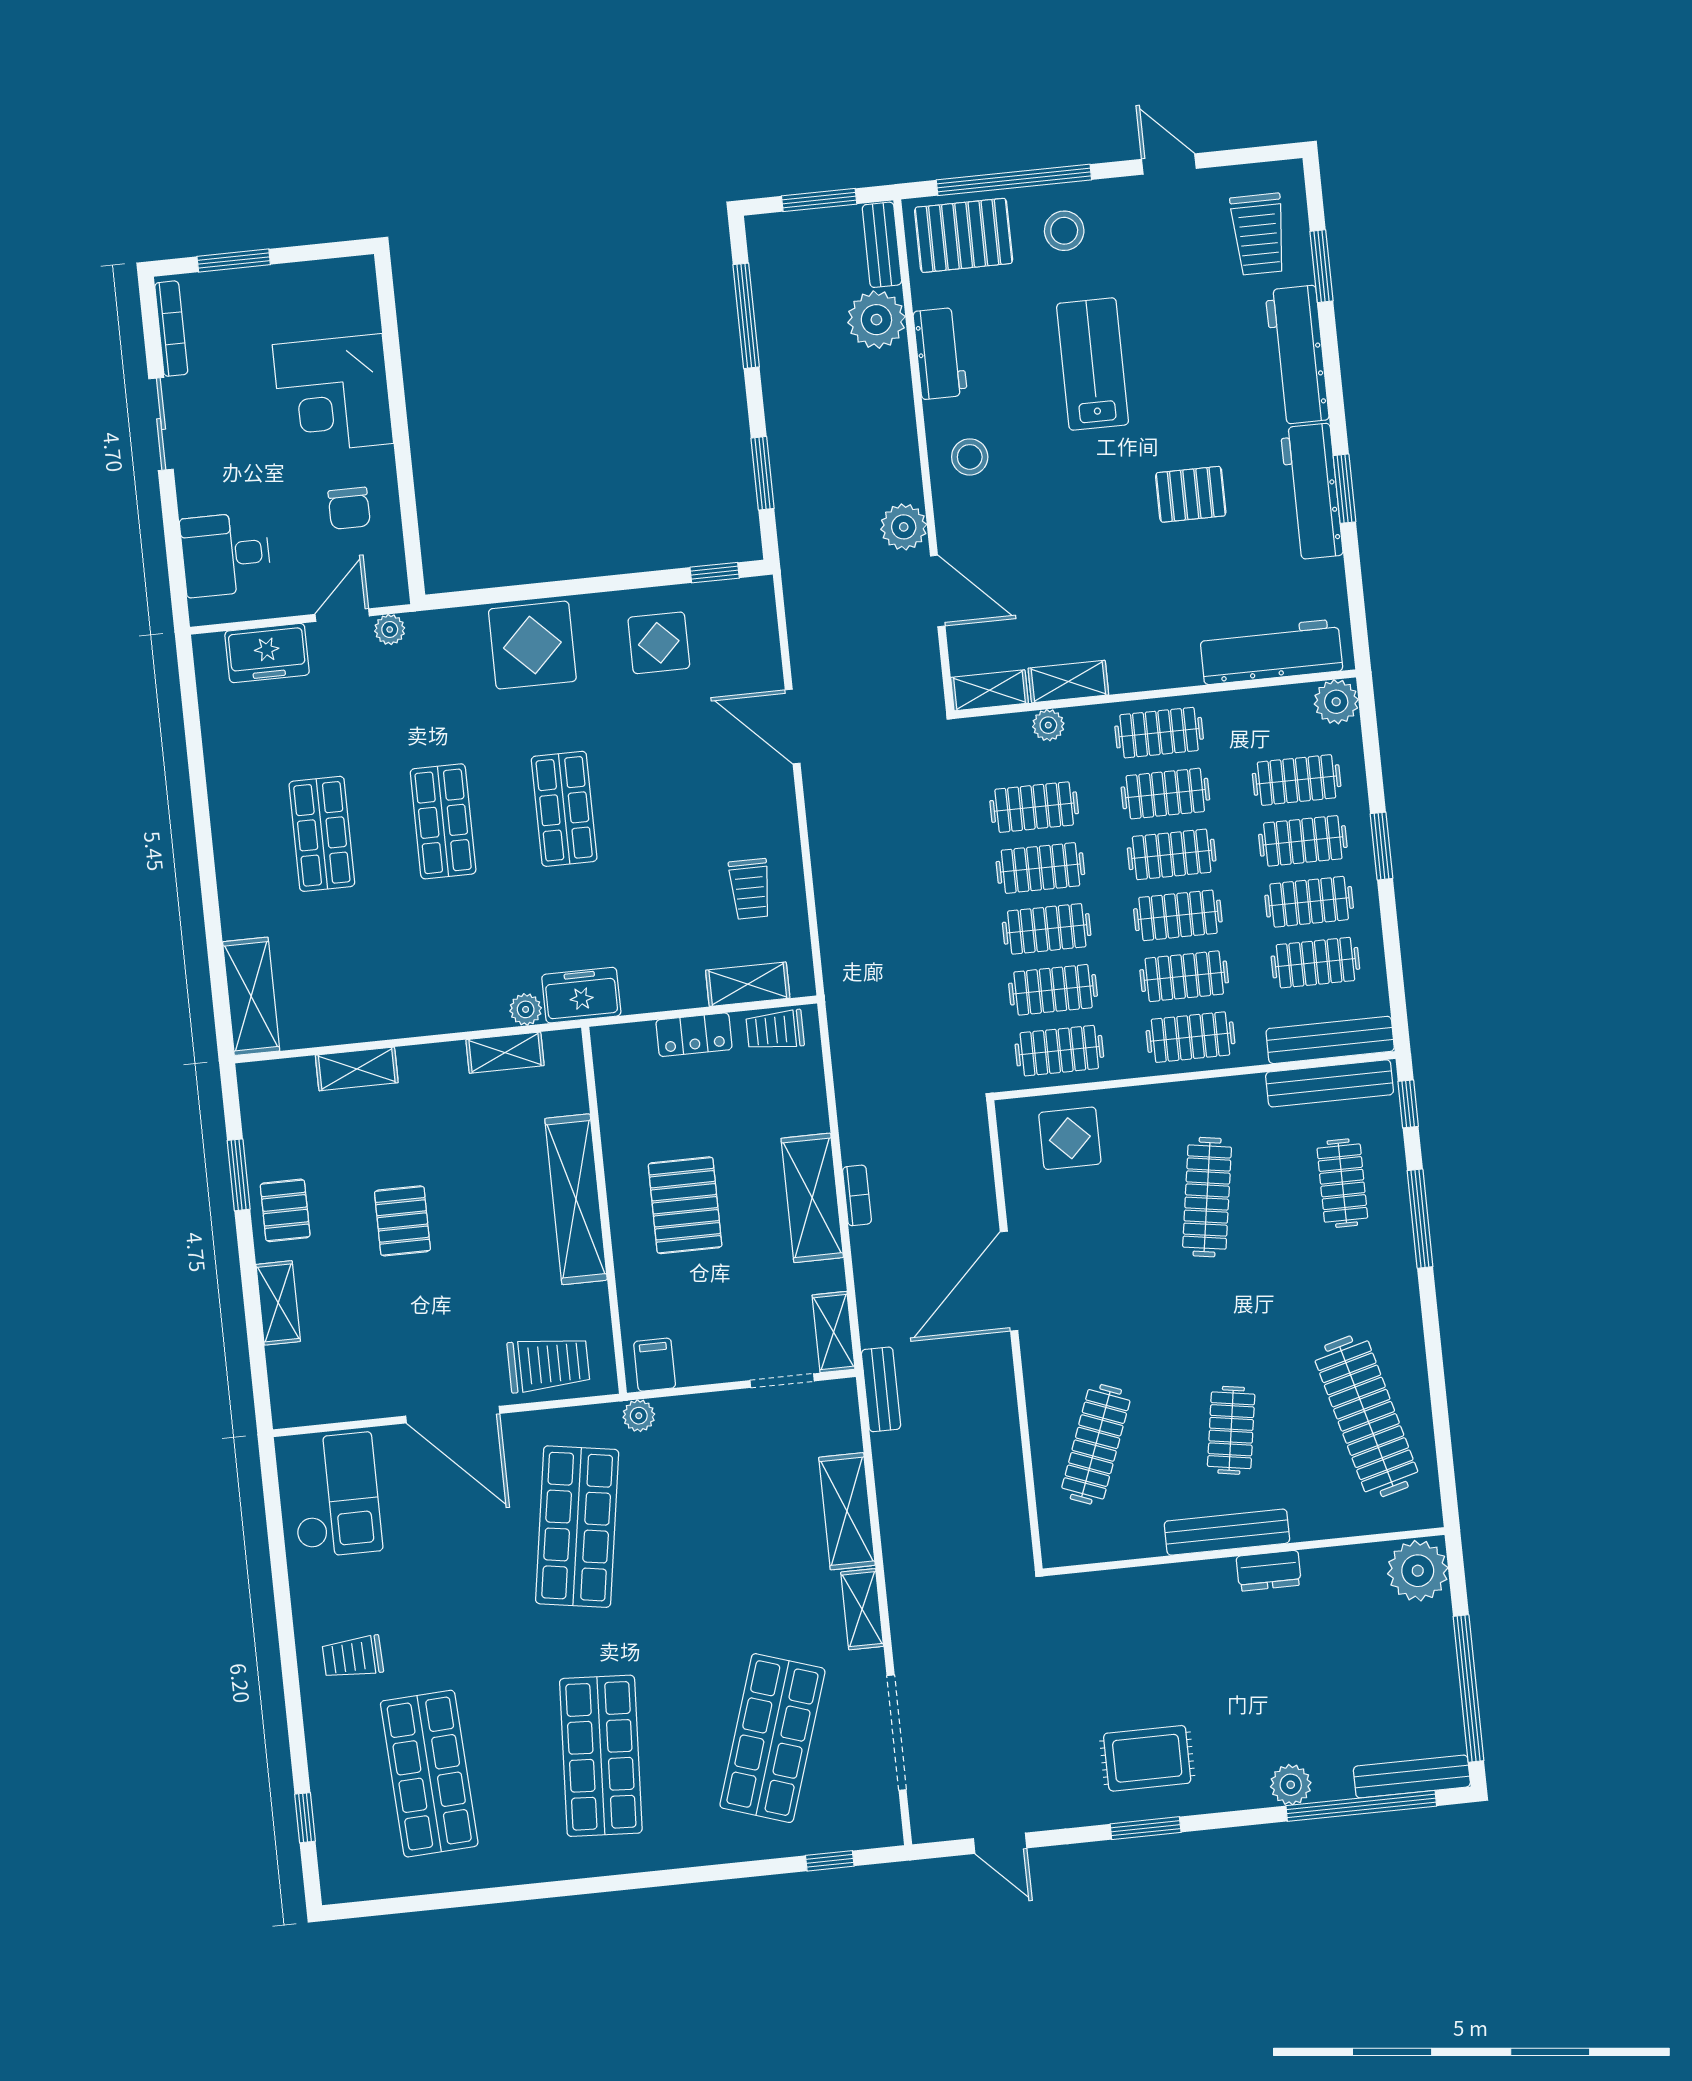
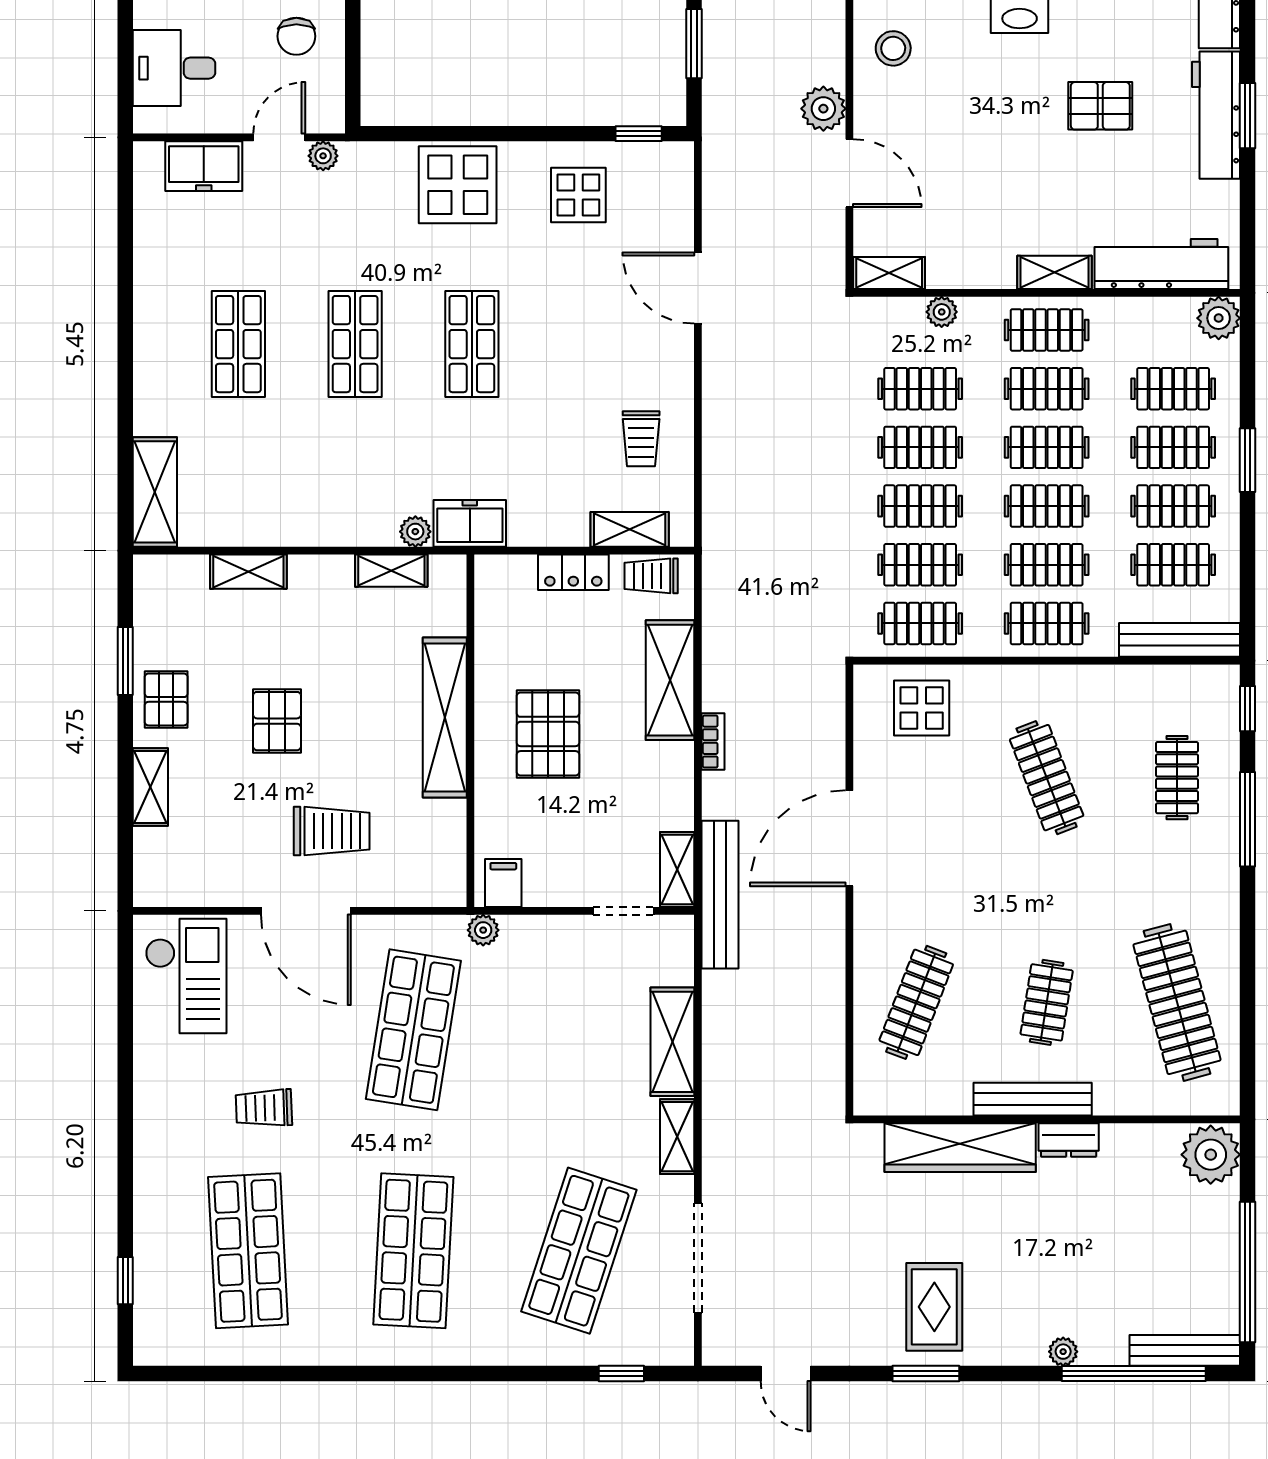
shelving: (1068, 682) -> (1055, 272), moved
bench: (1330, 1083) -> (1175, 681), removed
clothes rail: (1207, 1197) -> (1047, 778), turned -30
shelving: (812, 1198) -> (670, 680), moved
trolley: (548, 1364) -> (332, 831), moved
bench: (881, 1389) -> (720, 895), width x1.86, depth x1.21
wardrobe: (1157, 1590) -> (960, 1148), added
trolley: (353, 1657) -> (264, 1108), moved
rug: (1147, 1758) -> (934, 1307), turned 90
plant: (1291, 1785) -> (1063, 1352), width x0.73, depth x0.73

